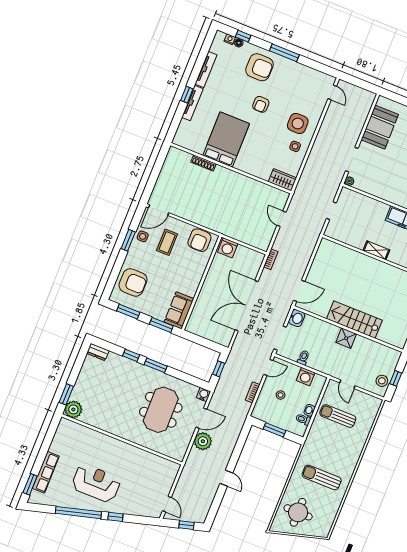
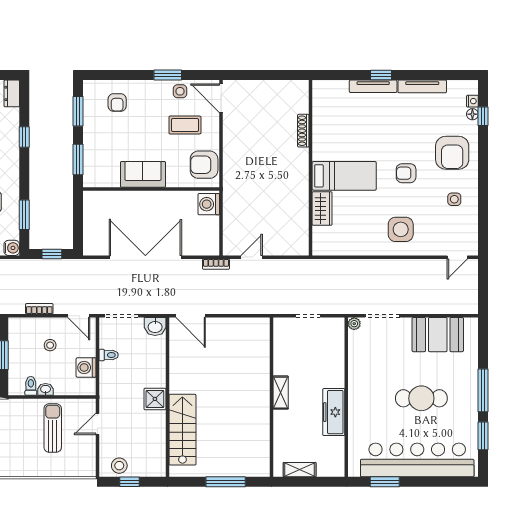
window: (284, 53) -> (483, 177), removed
bed: (226, 140) -> (344, 176), moved, width x0.67
side table: (295, 146) -> (454, 199), moved
wardrobe: (282, 180) -> (322, 208), moved
door: (282, 219) -> (252, 257), moved
armchair: (133, 282) -> (117, 103), width x0.53, depth x0.53
sofa: (179, 310) -> (143, 174), moved
stairs: (354, 320) -> (182, 430), moved
window: (156, 365) -> (24, 215), moved

